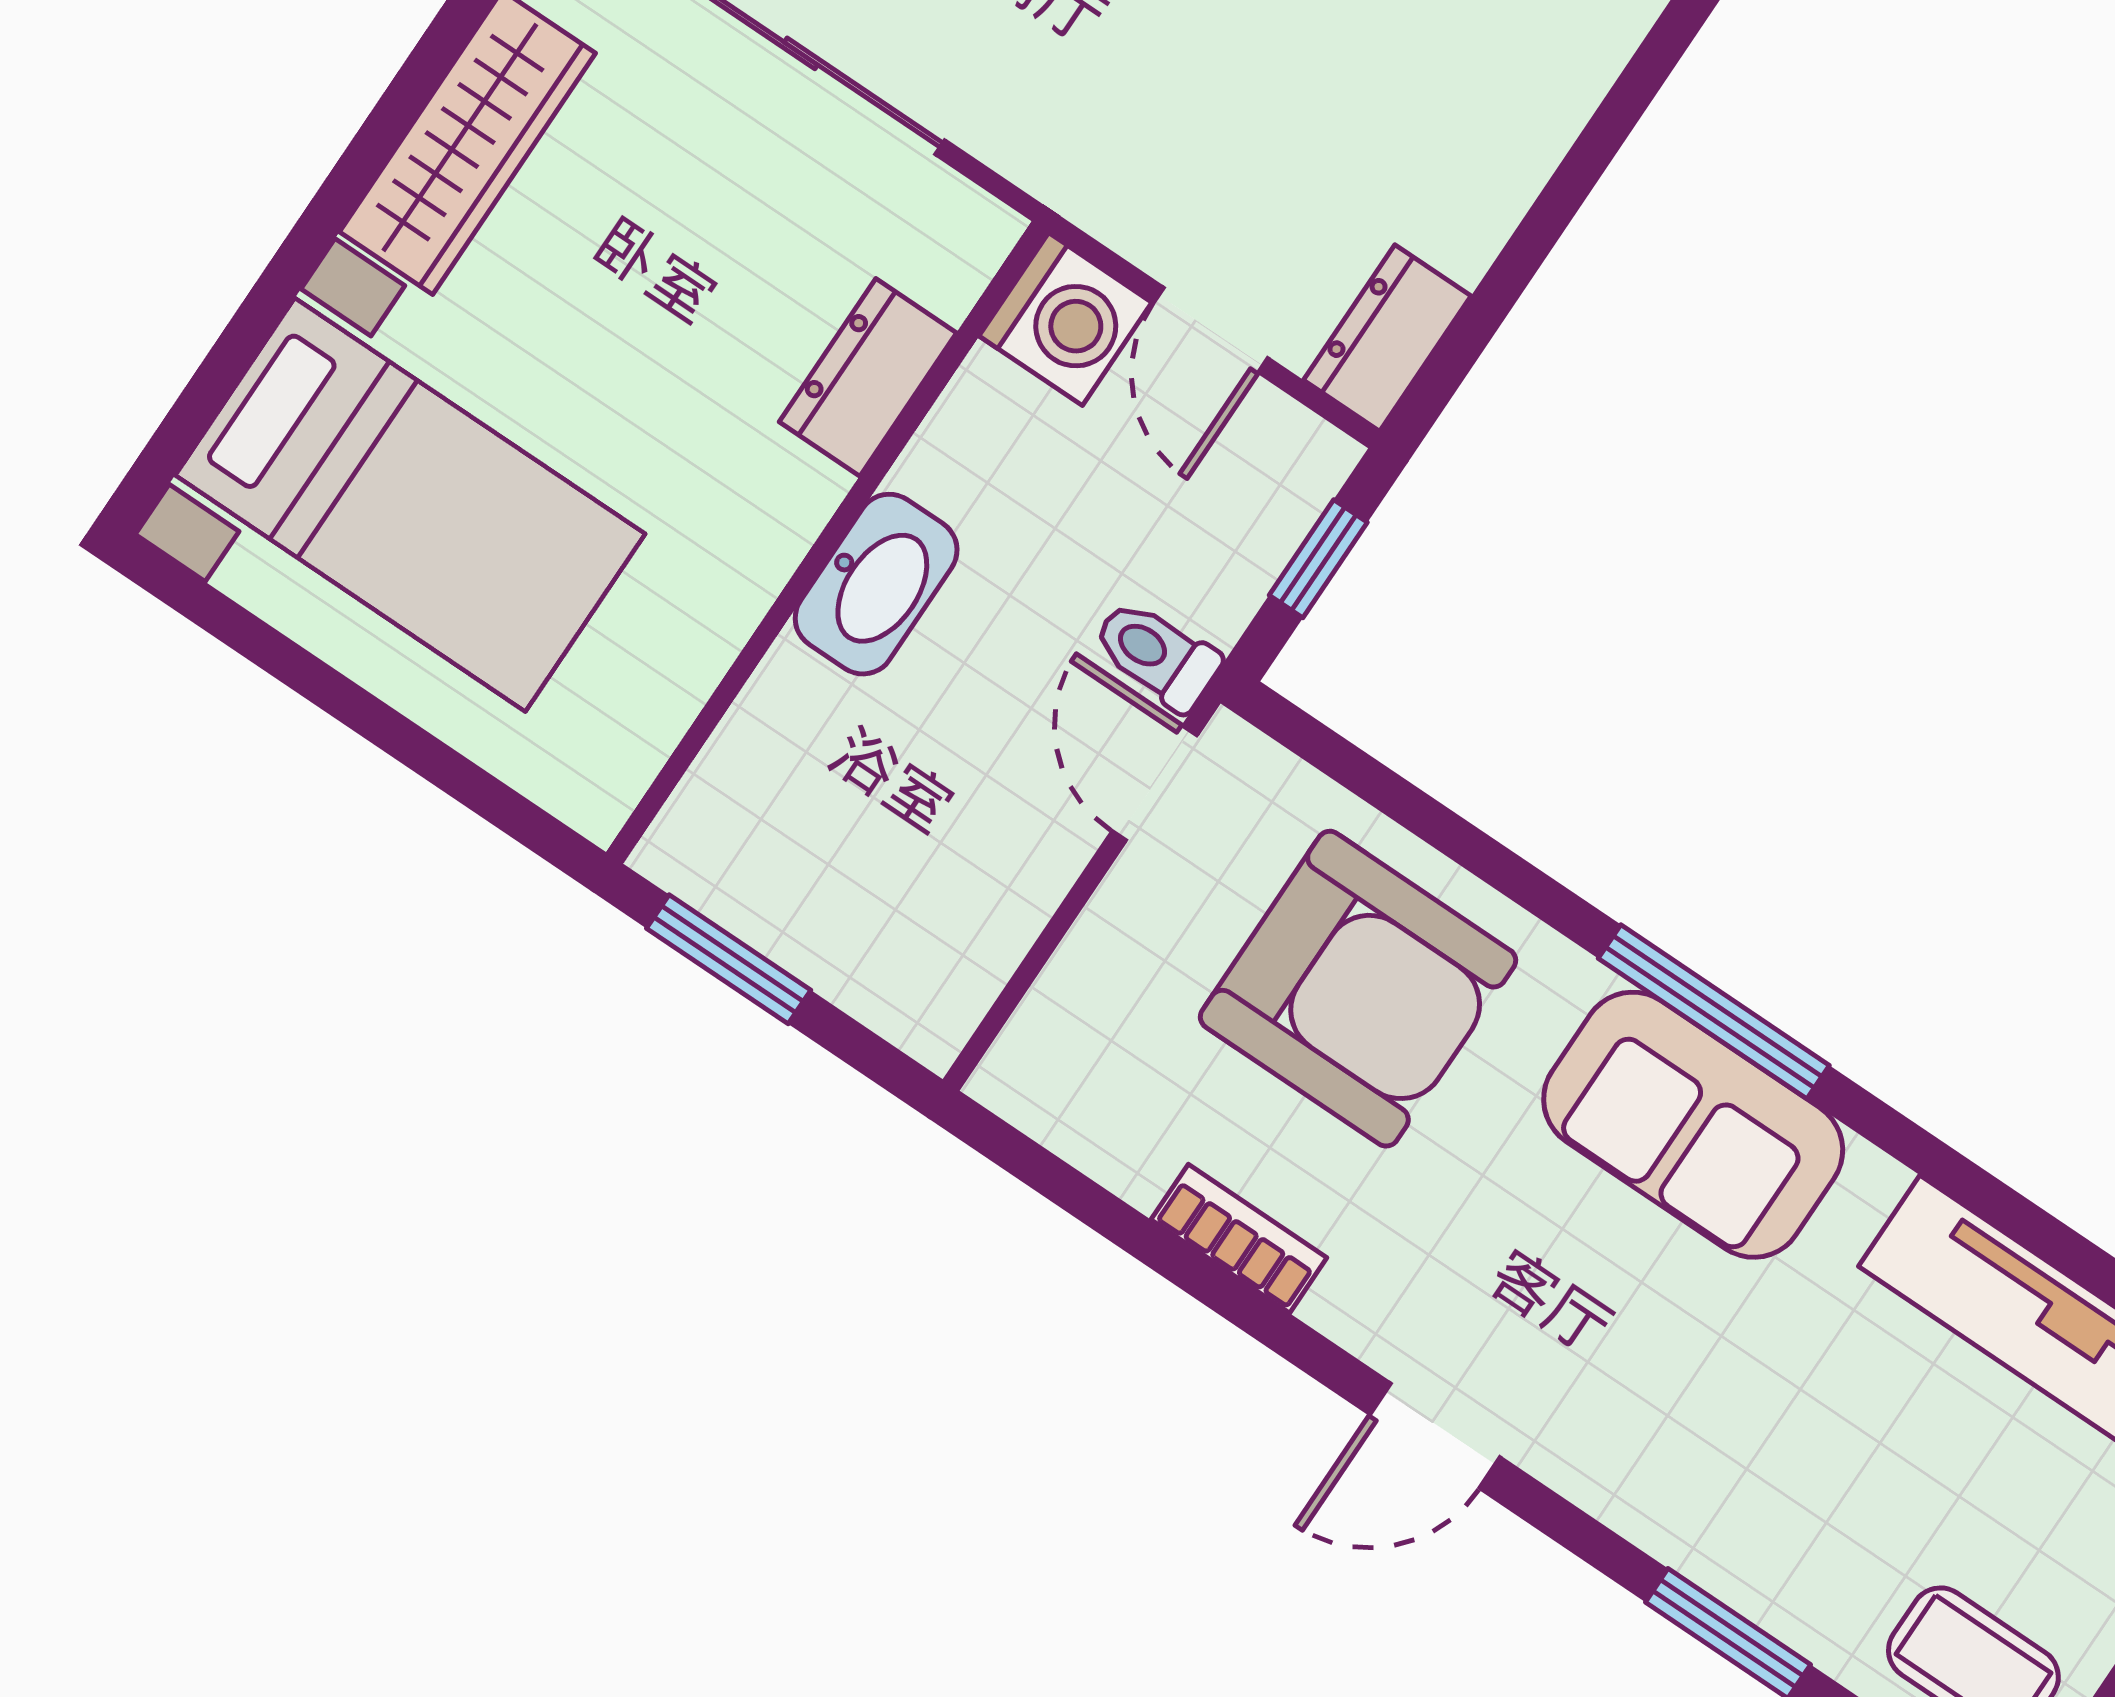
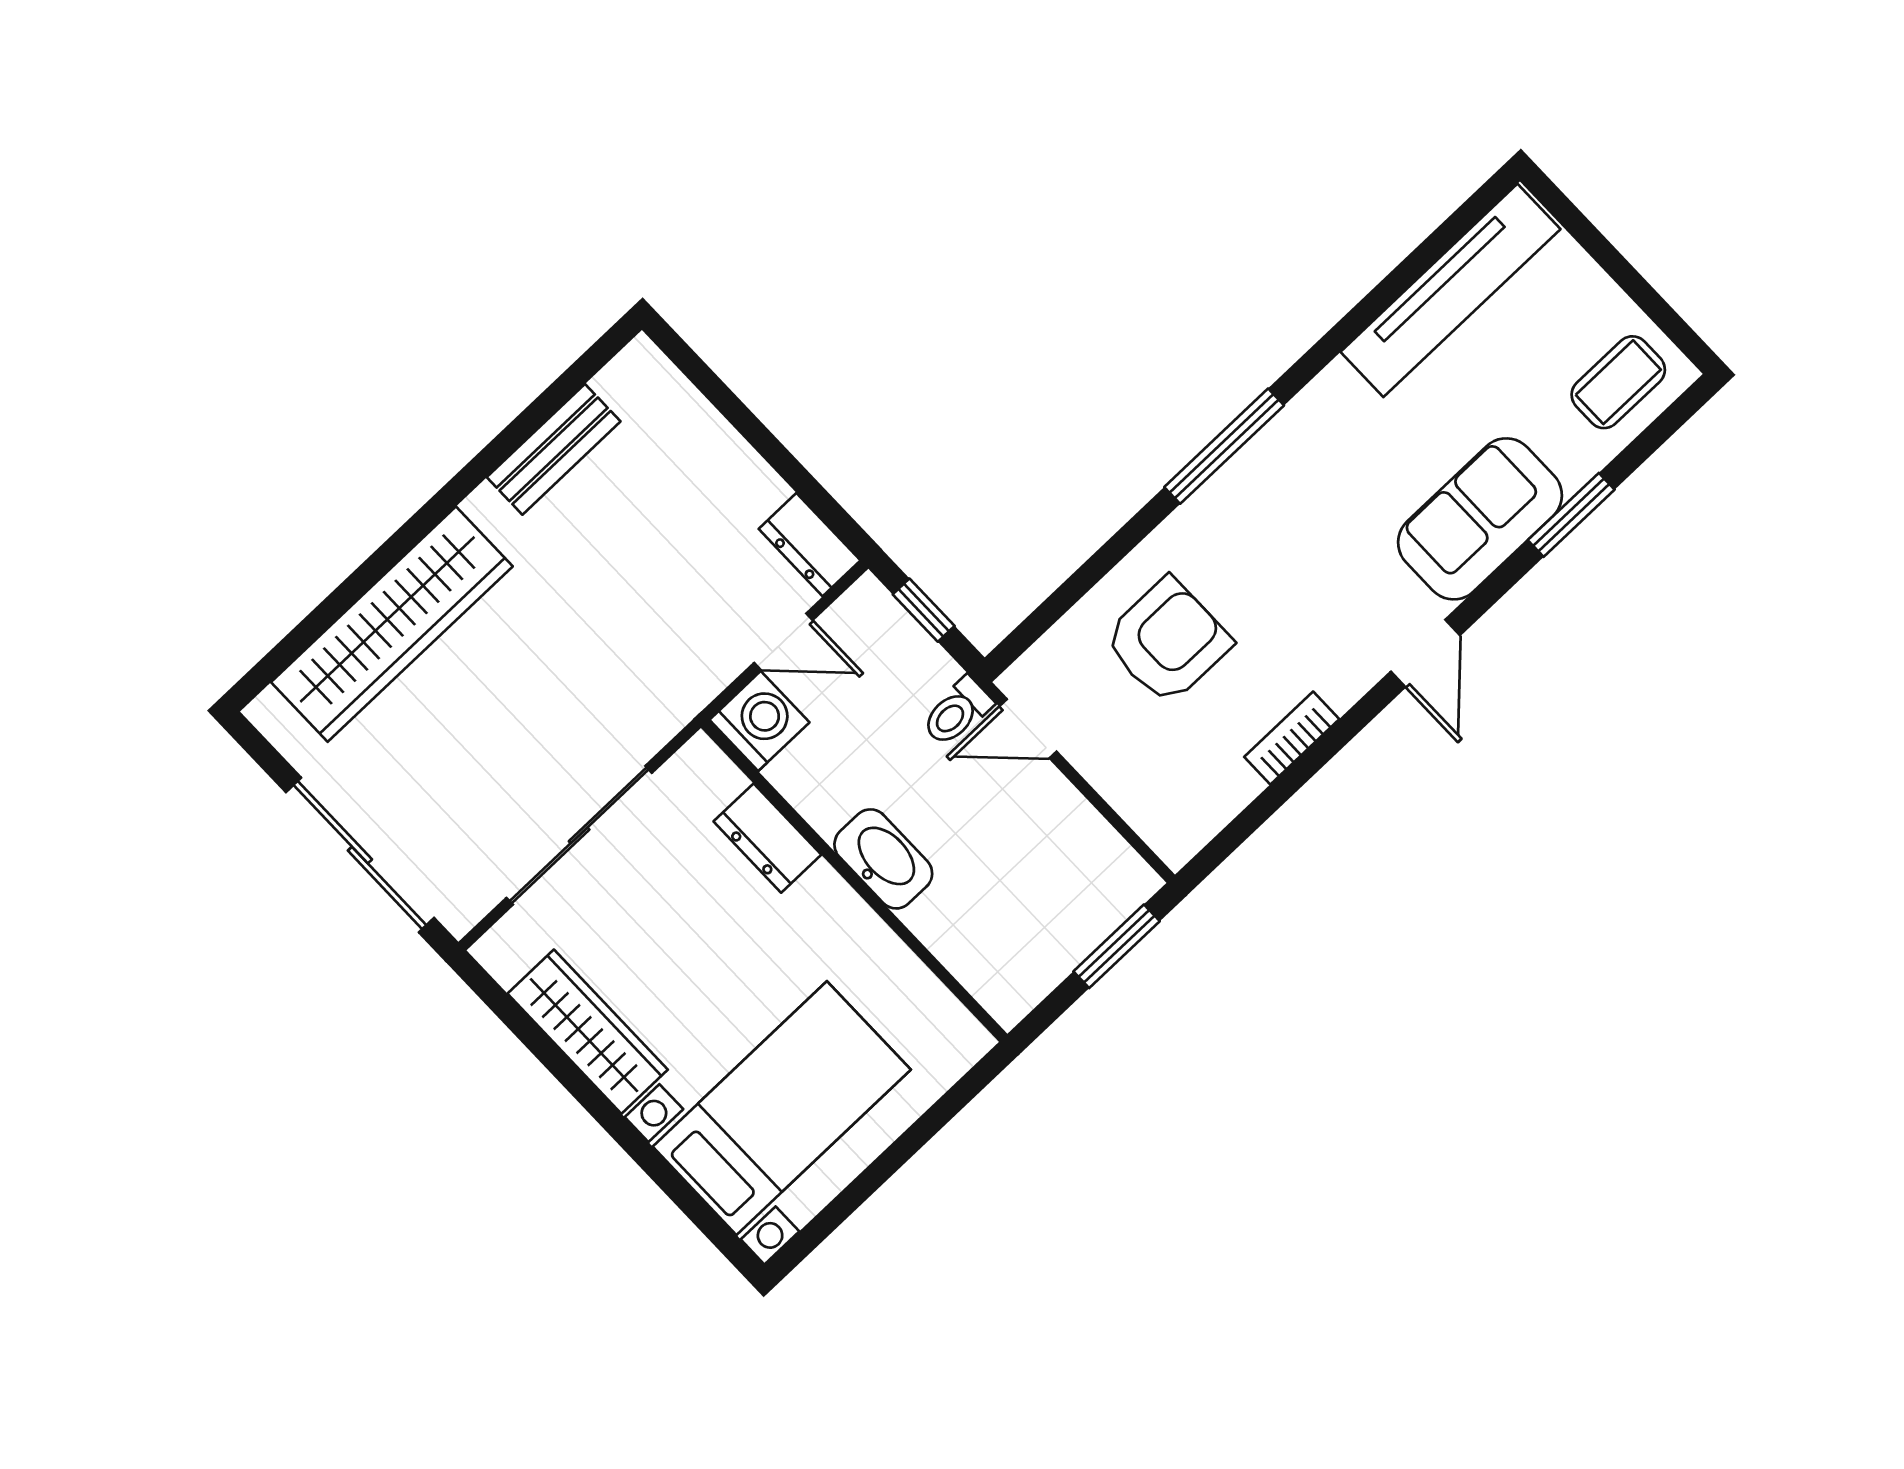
window: (729, 959) -> (1117, 946), moved
armchair: (1358, 989) -> (1167, 641), width x0.73, depth x0.73
sofa: (1693, 1125) -> (1480, 519), moved, turned 180

